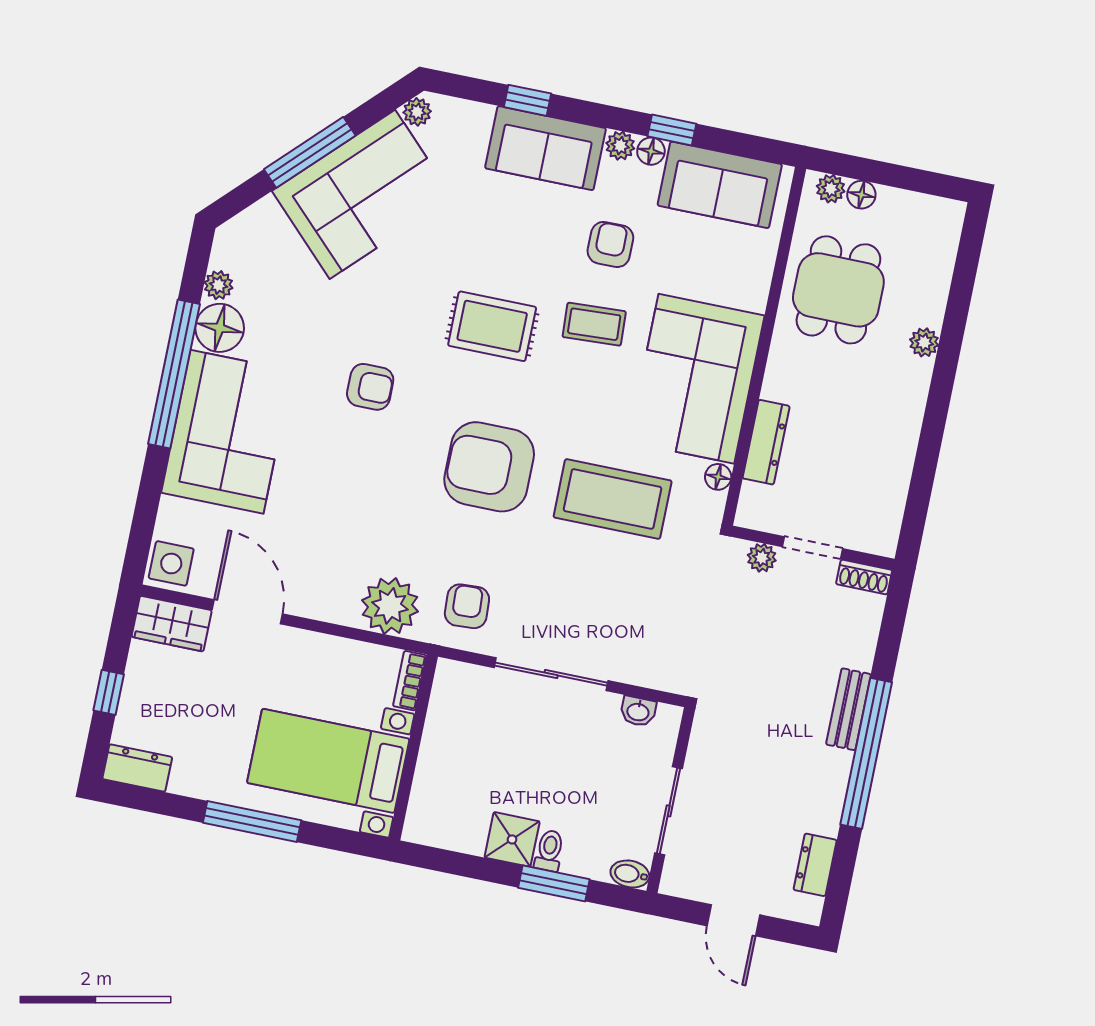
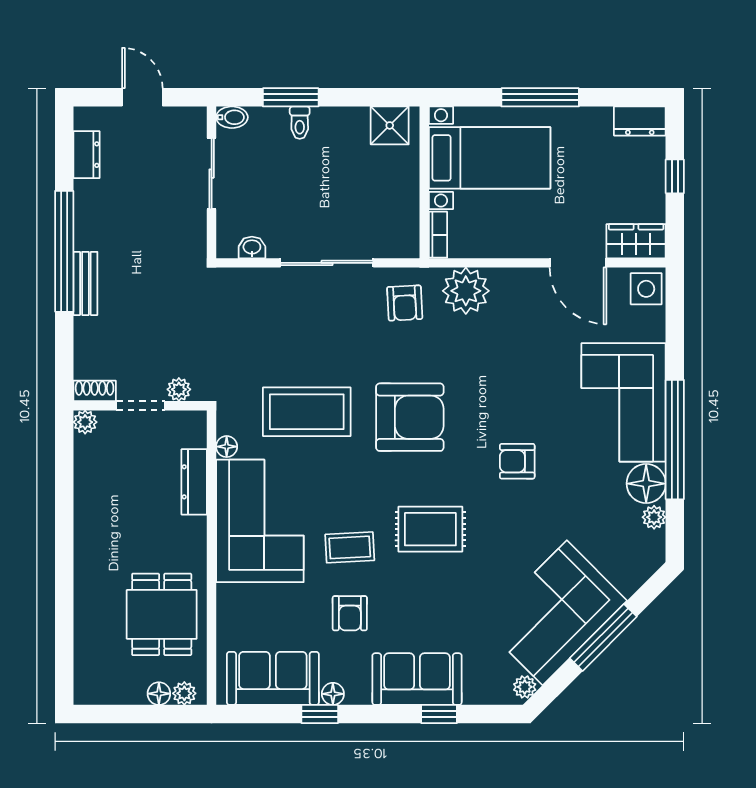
plant: (620, 146) -> (358, 693), removed
plant: (924, 342) -> (85, 422), moved
shower: (512, 839) -> (390, 125), moved

